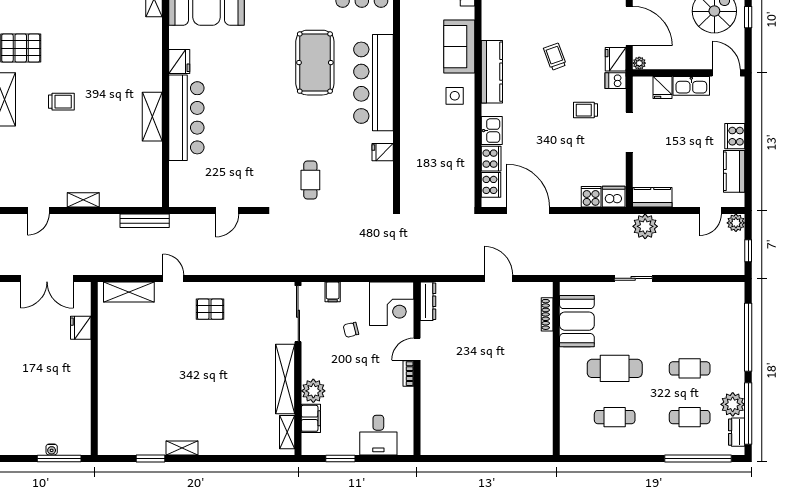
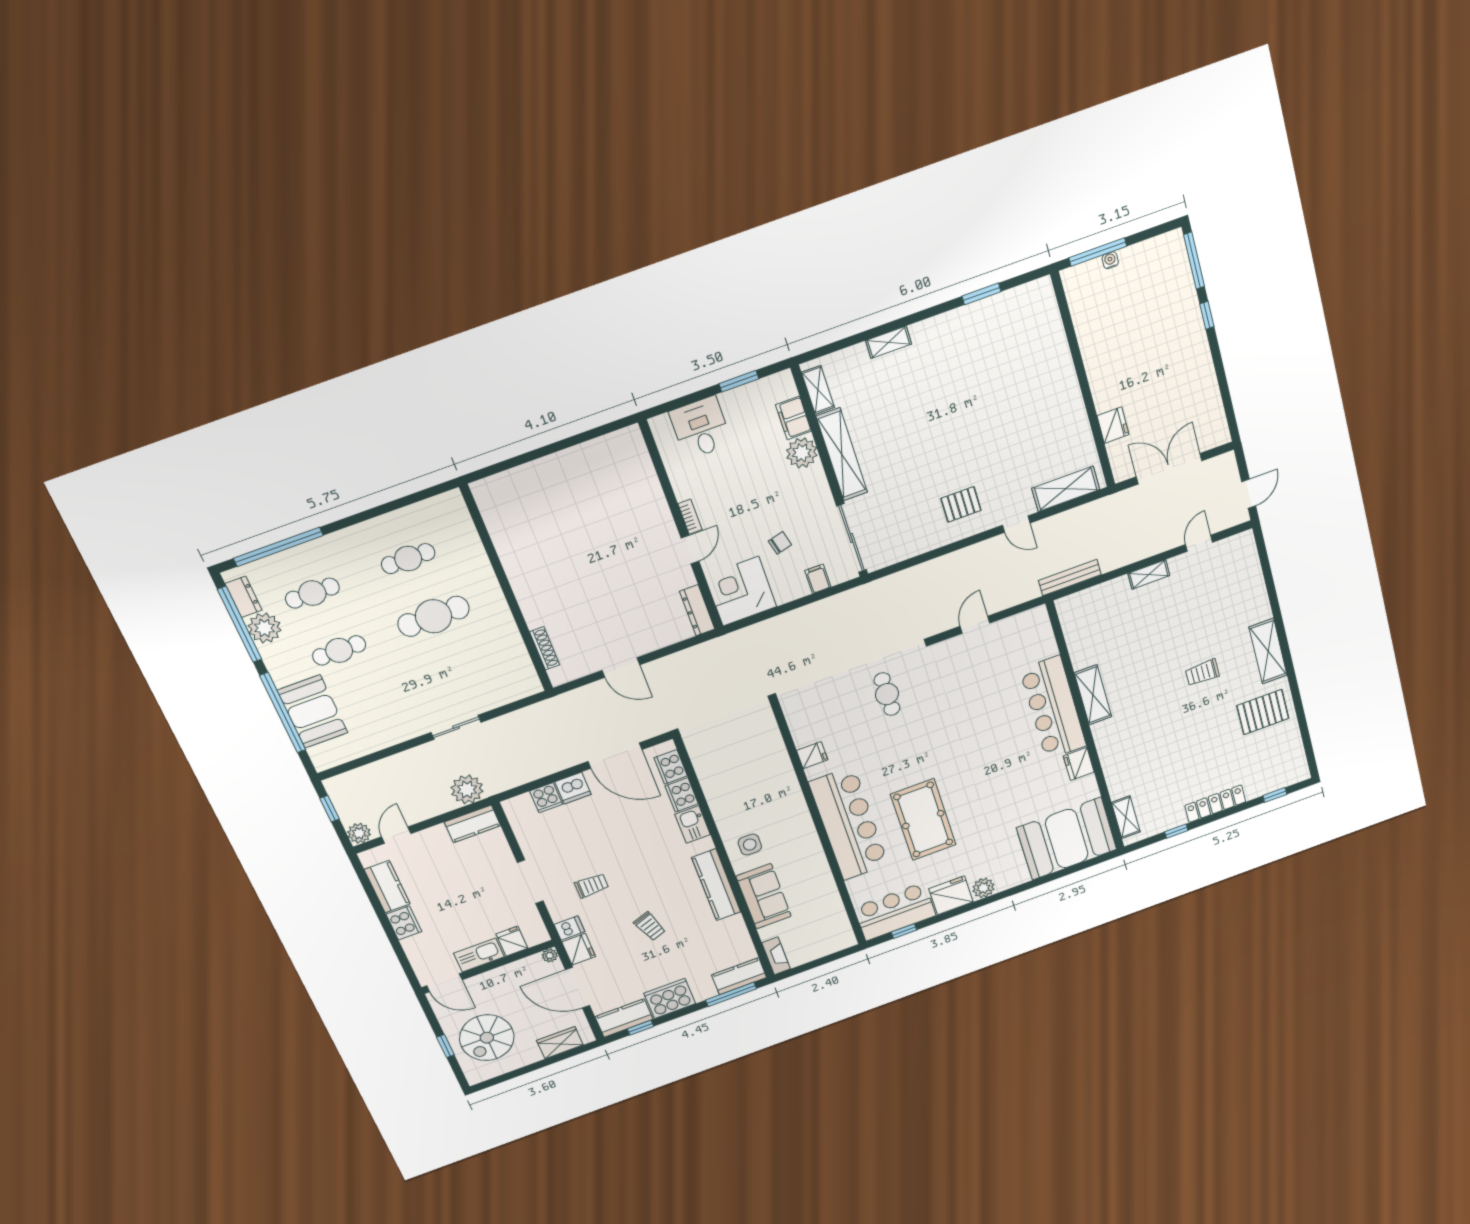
dishwasher: (614, 197) -> (573, 788), moved
booth: (577, 321) -> (313, 712), moved
shelving: (182, 448) -> (889, 342), moved

